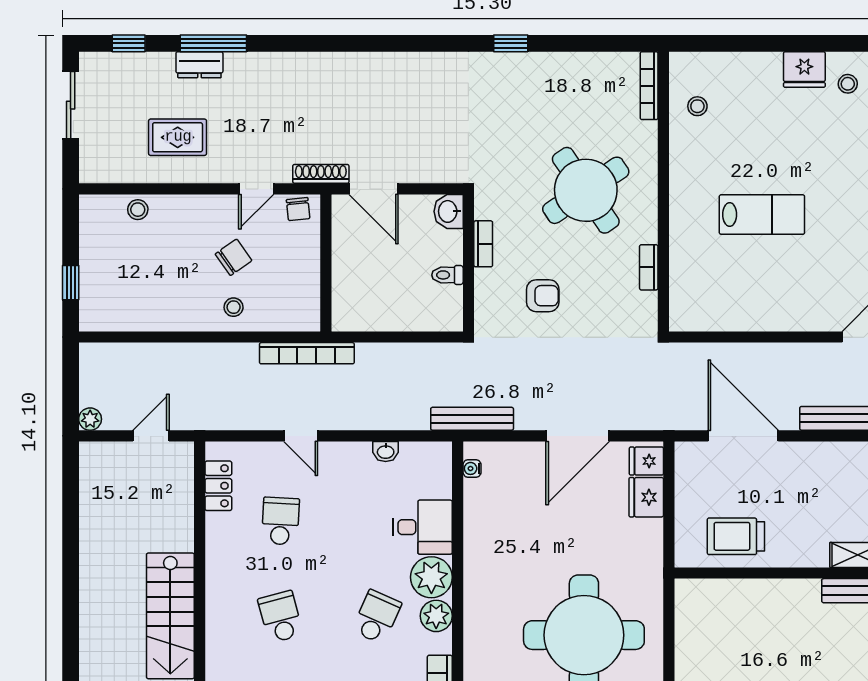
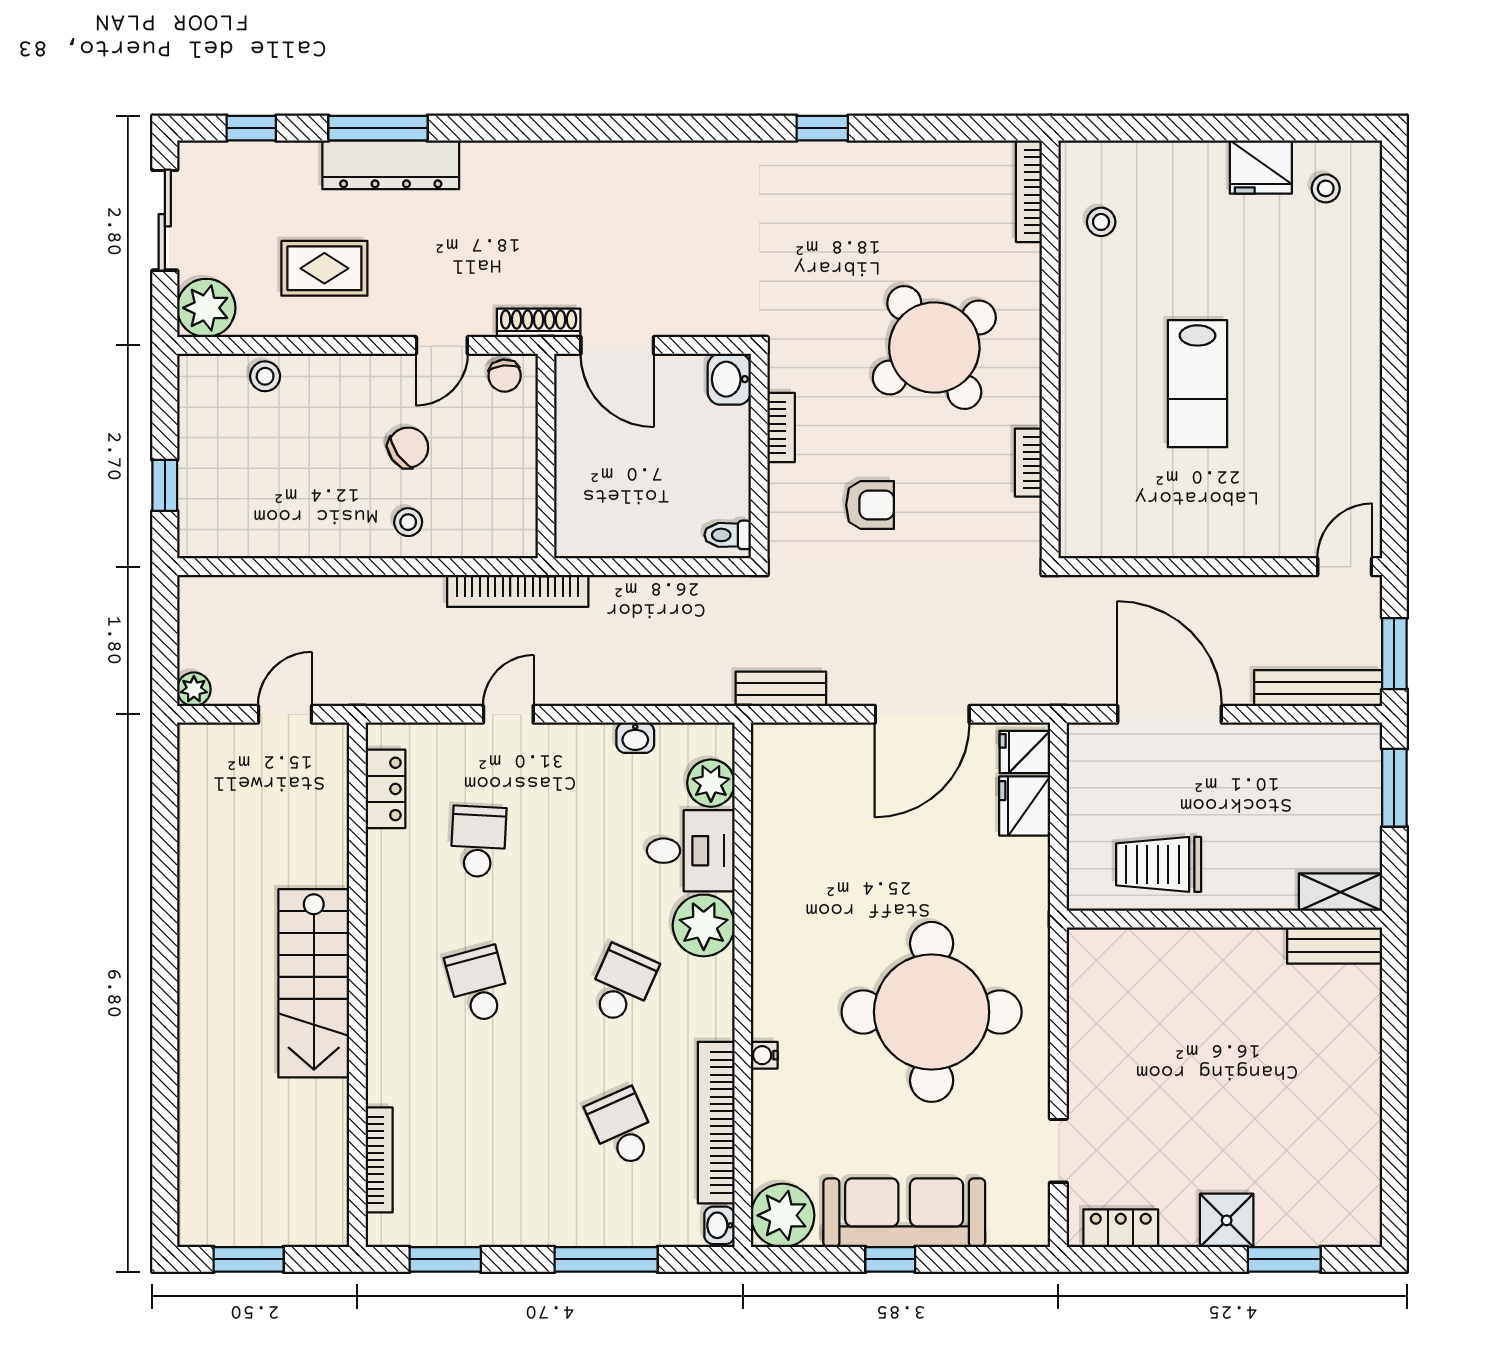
dresser: (199, 65) -> (391, 165), width x1.96, depth x1.24
plant: (98, 164) -> (206, 308), added
lab bench: (762, 215) -> (1197, 384), turned 90
toilet: (447, 275) -> (728, 535), moved
bench: (472, 419) -> (781, 689), width x0.73
door: (301, 436) -> (508, 714), swing flipped
water cooler: (472, 468) -> (764, 1055), moved
plant: (436, 616) -> (711, 783), moved

